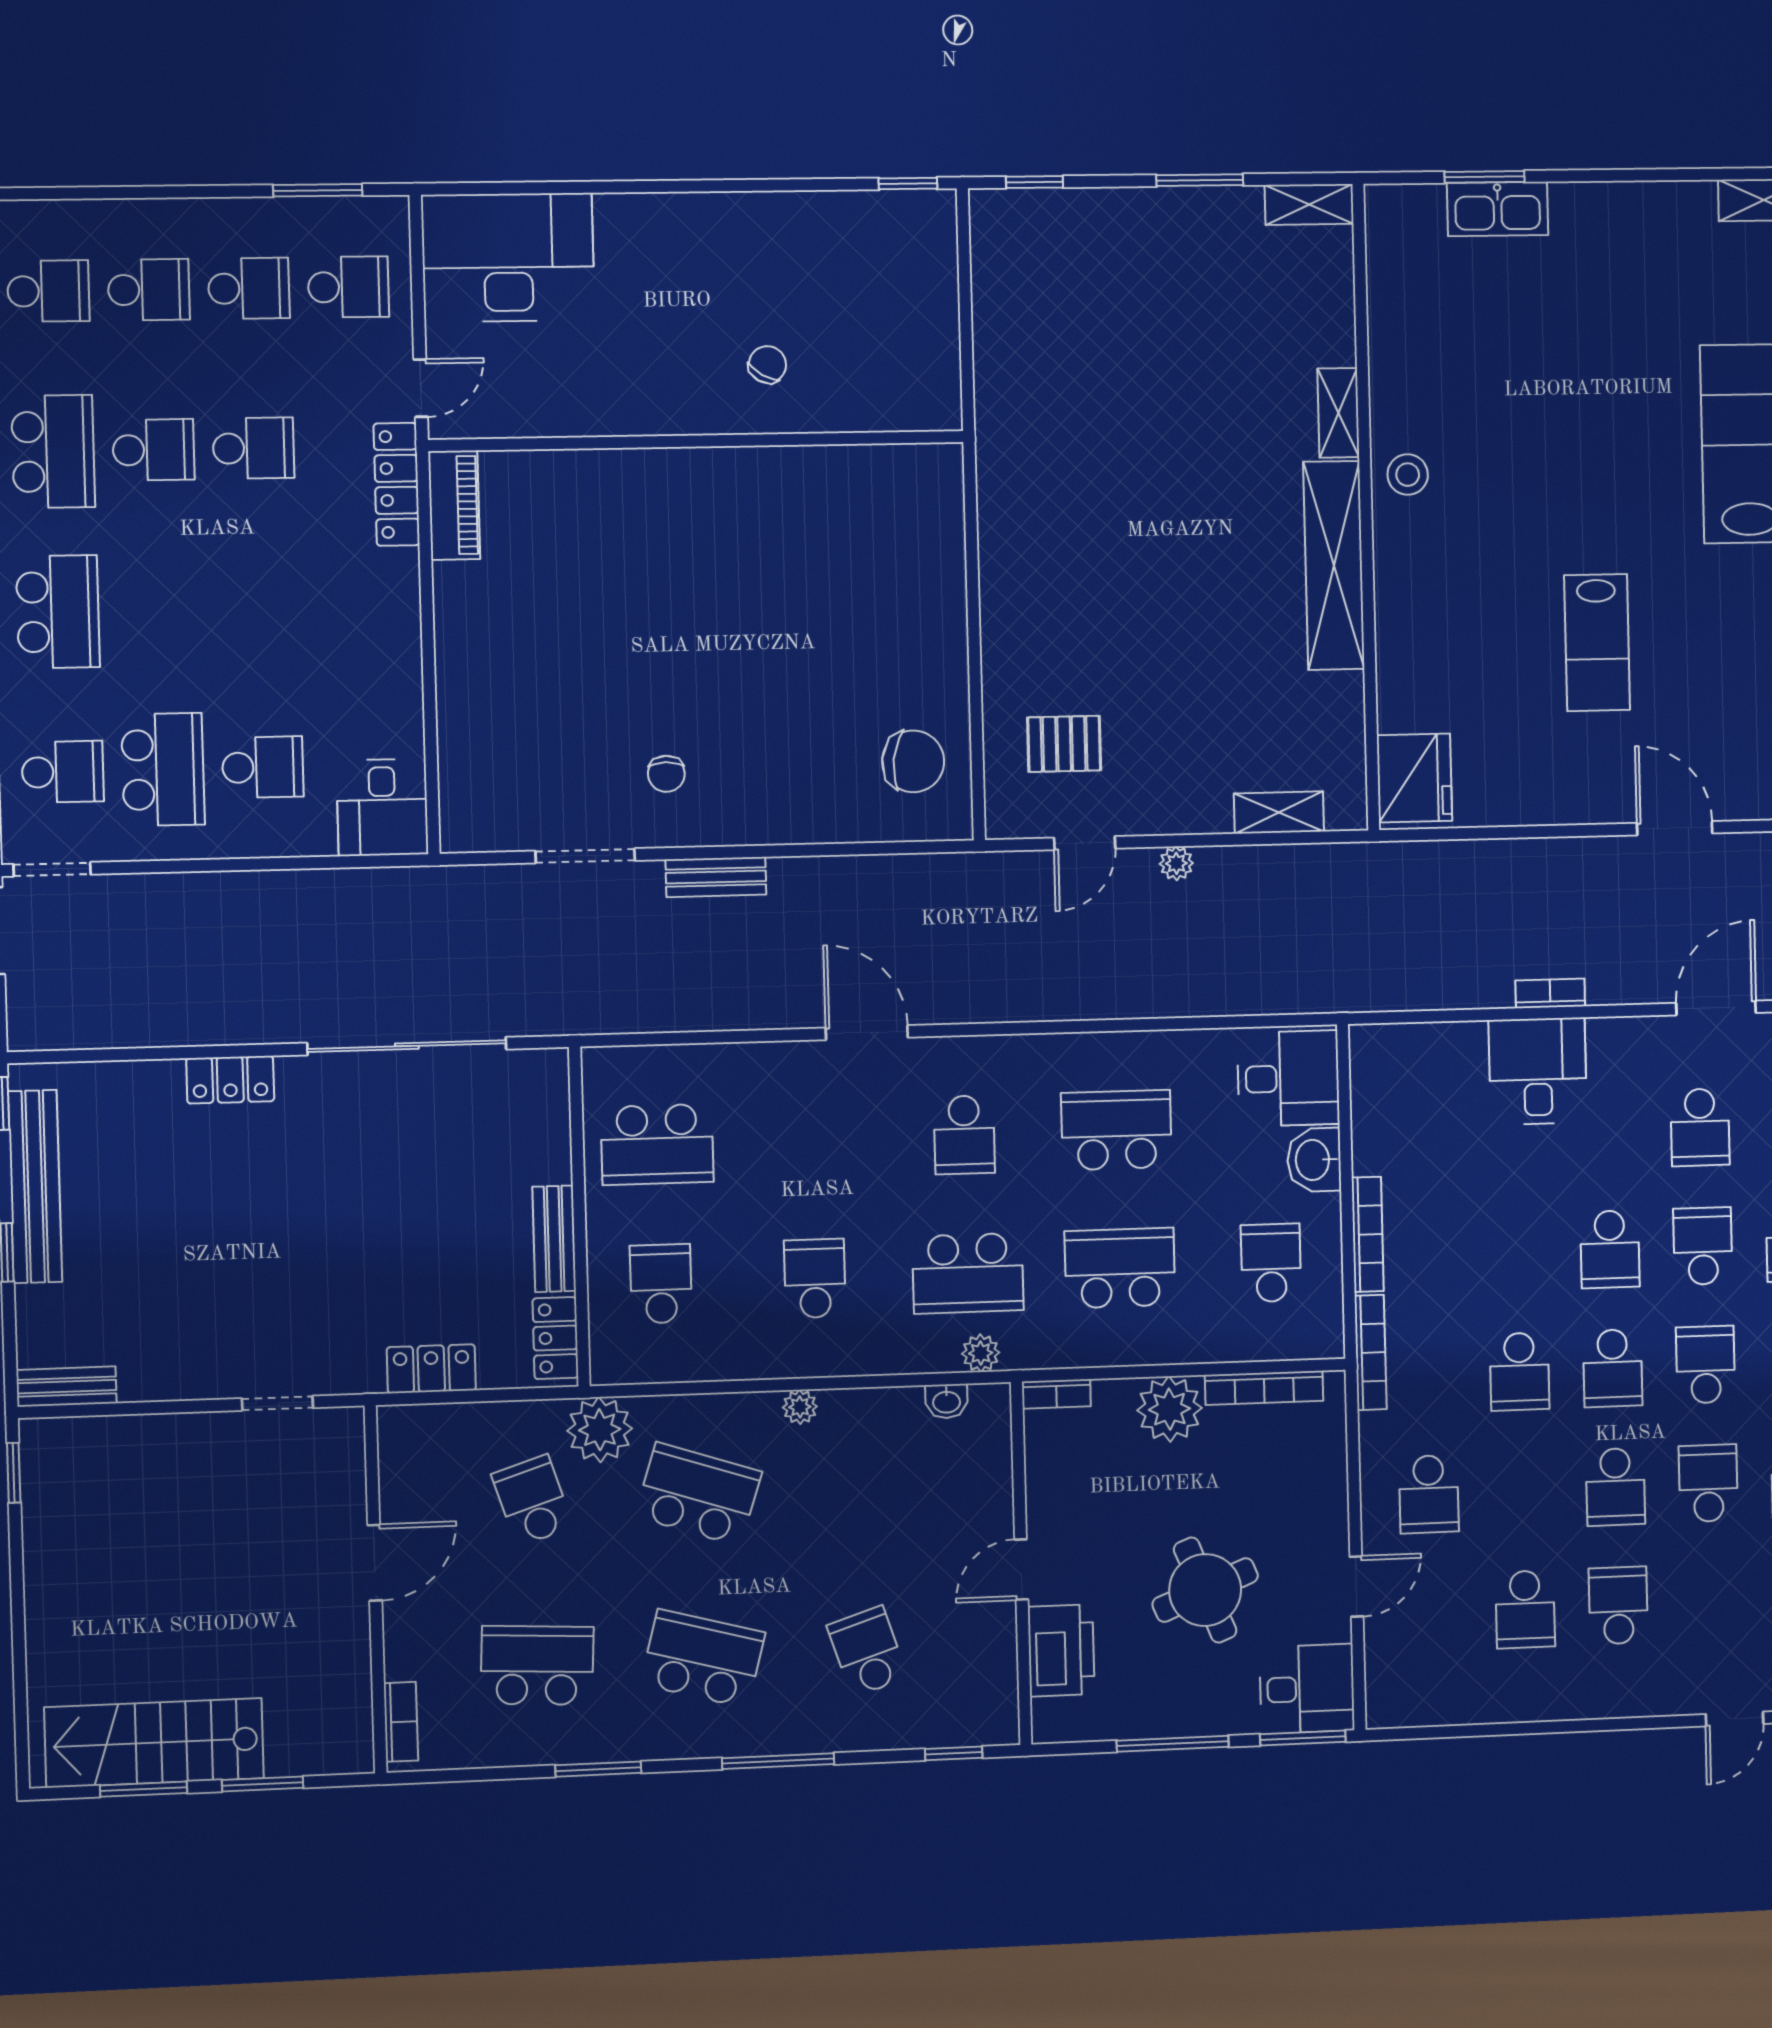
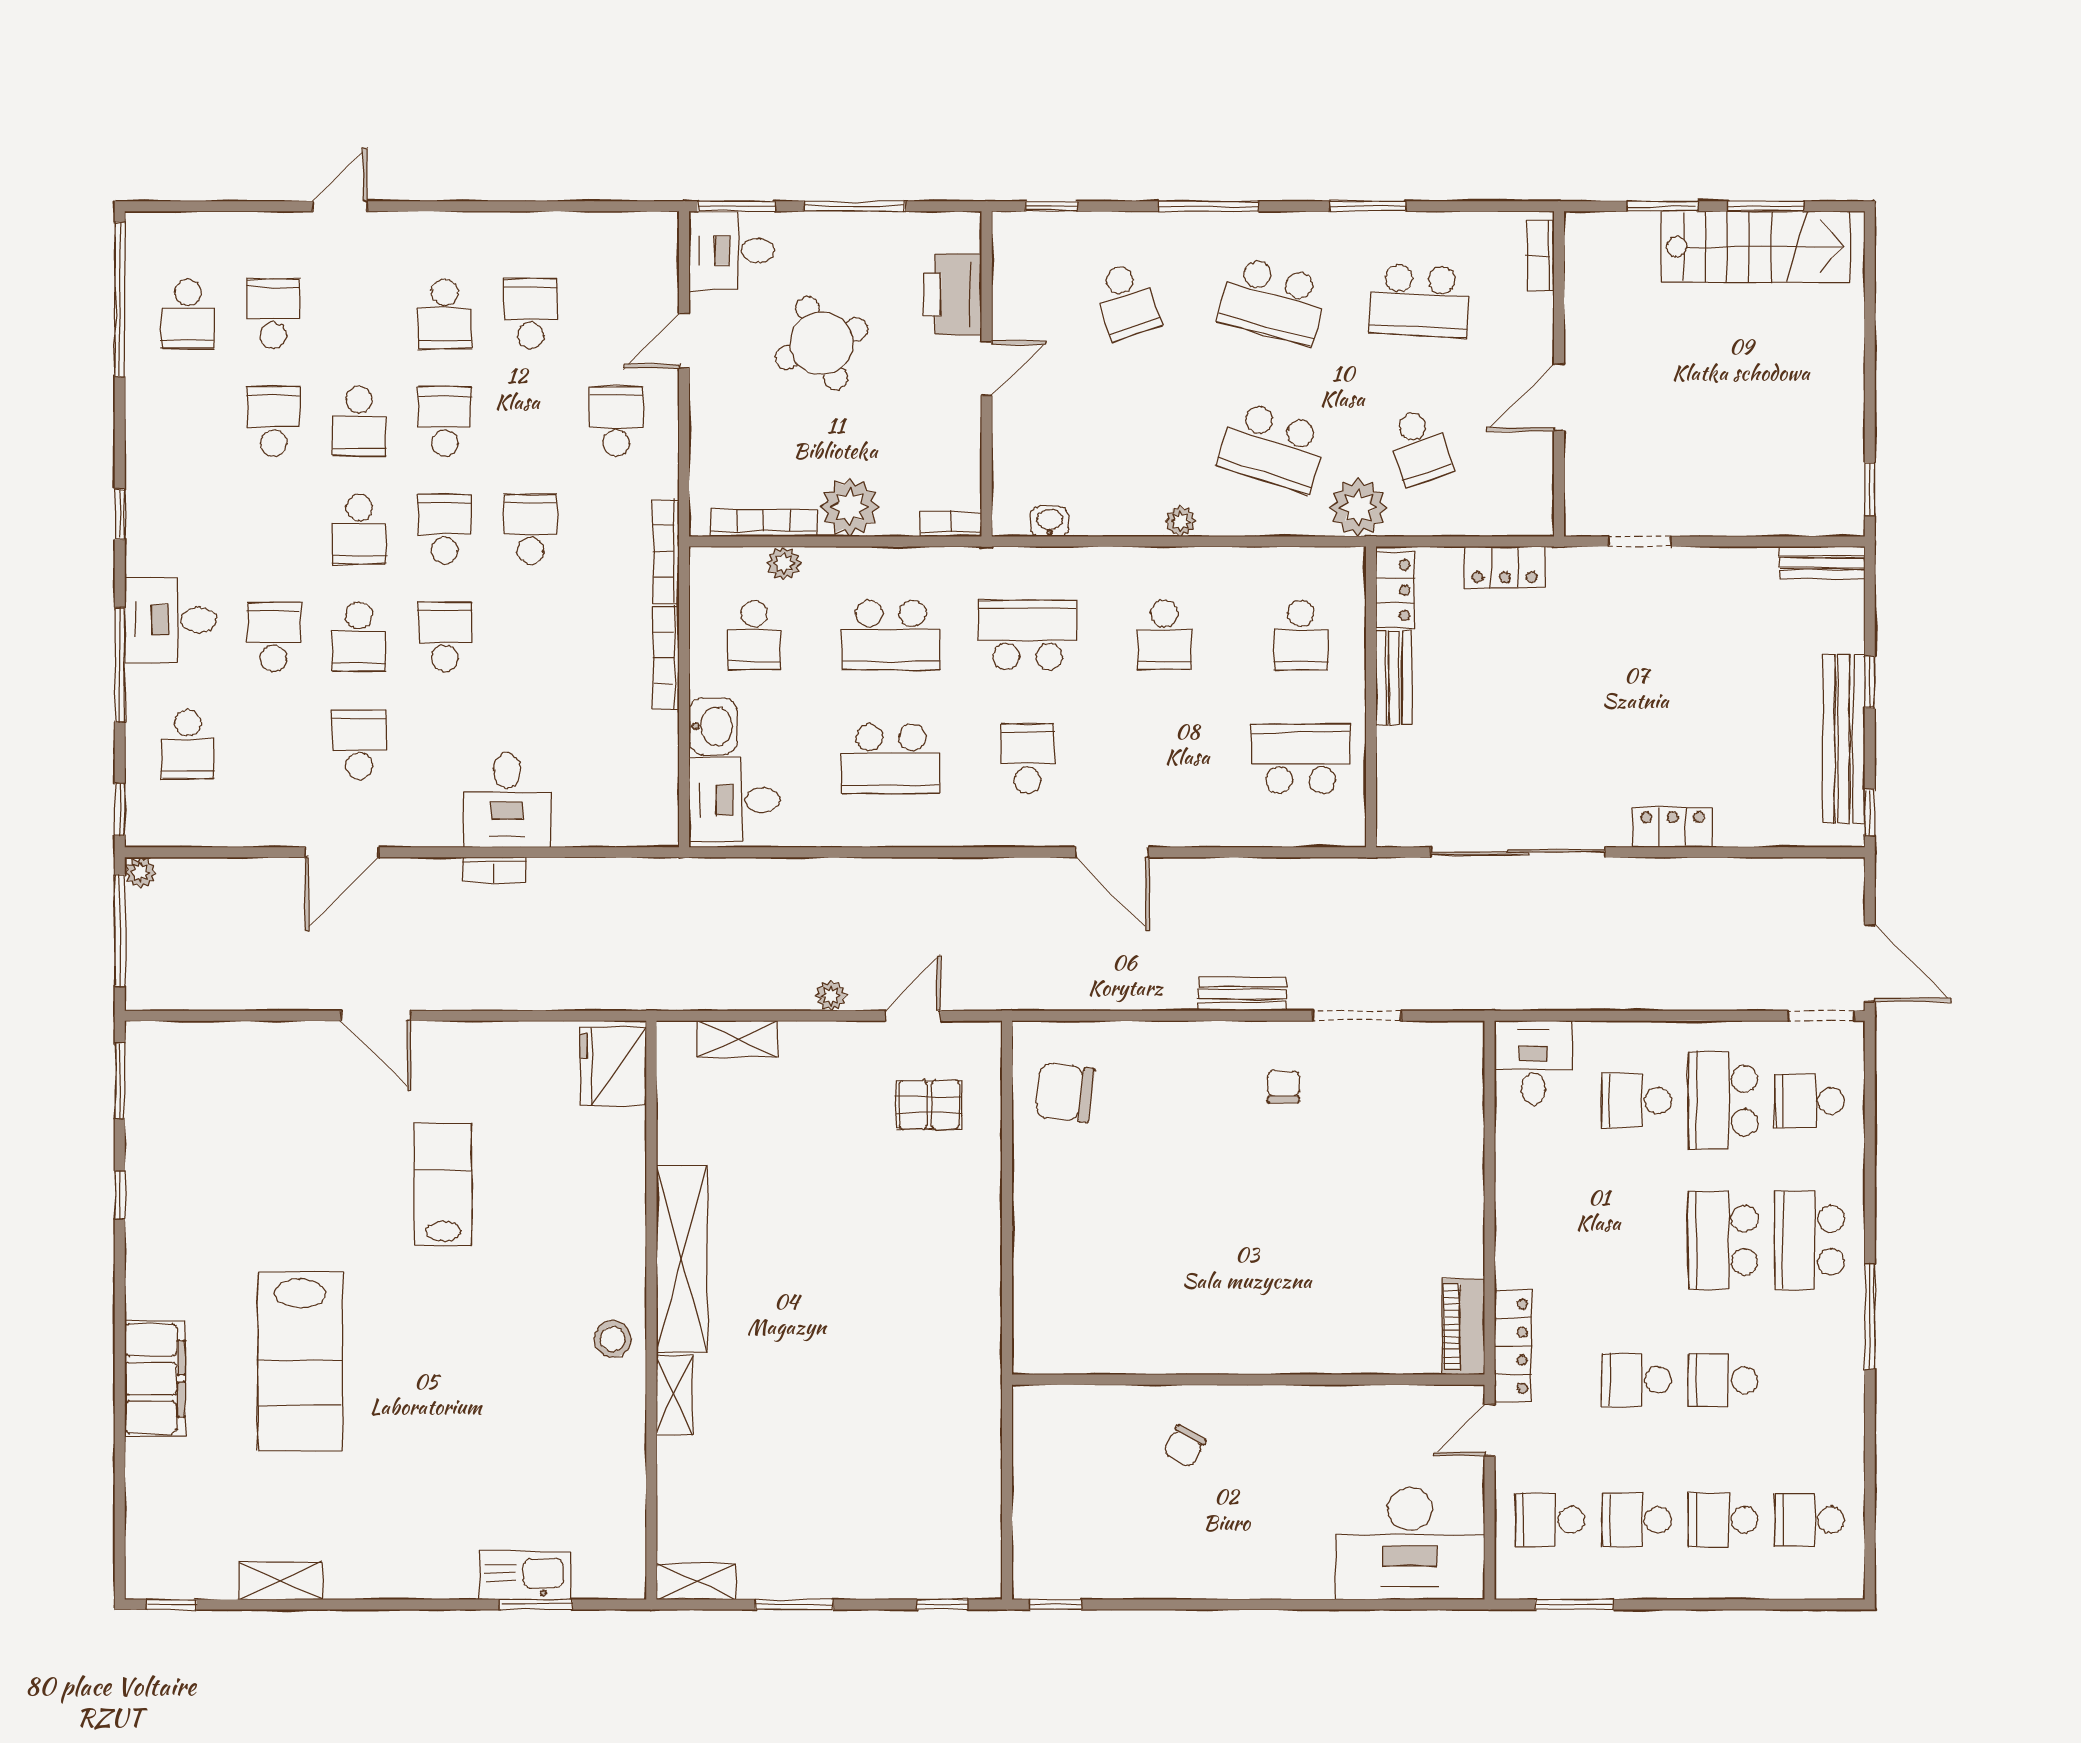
school desk: (53, 452) -> (1723, 1240), moved
plant: (981, 1353) -> (784, 563), moved

